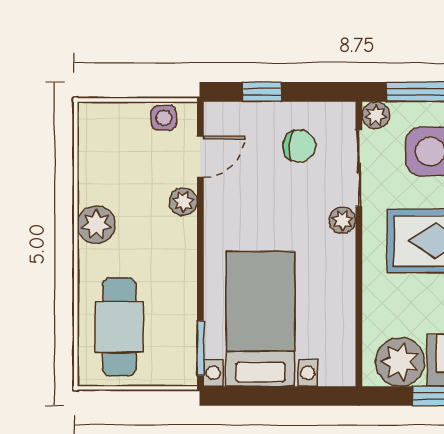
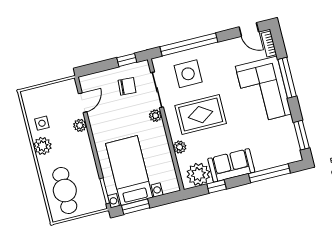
window: (262, 92) -> (127, 60), moved
plant: (376, 115) -> (180, 147), moved
side table: (164, 118) -> (42, 123), moved
window: (256, 396) -> (136, 207), added

